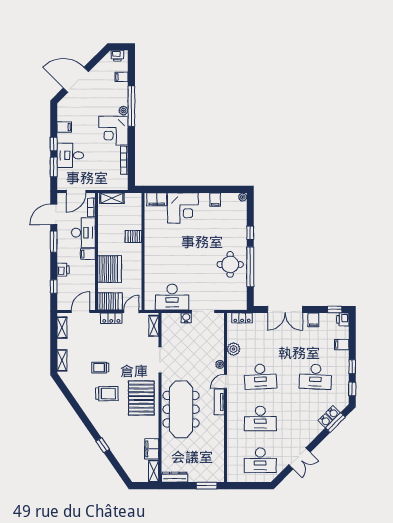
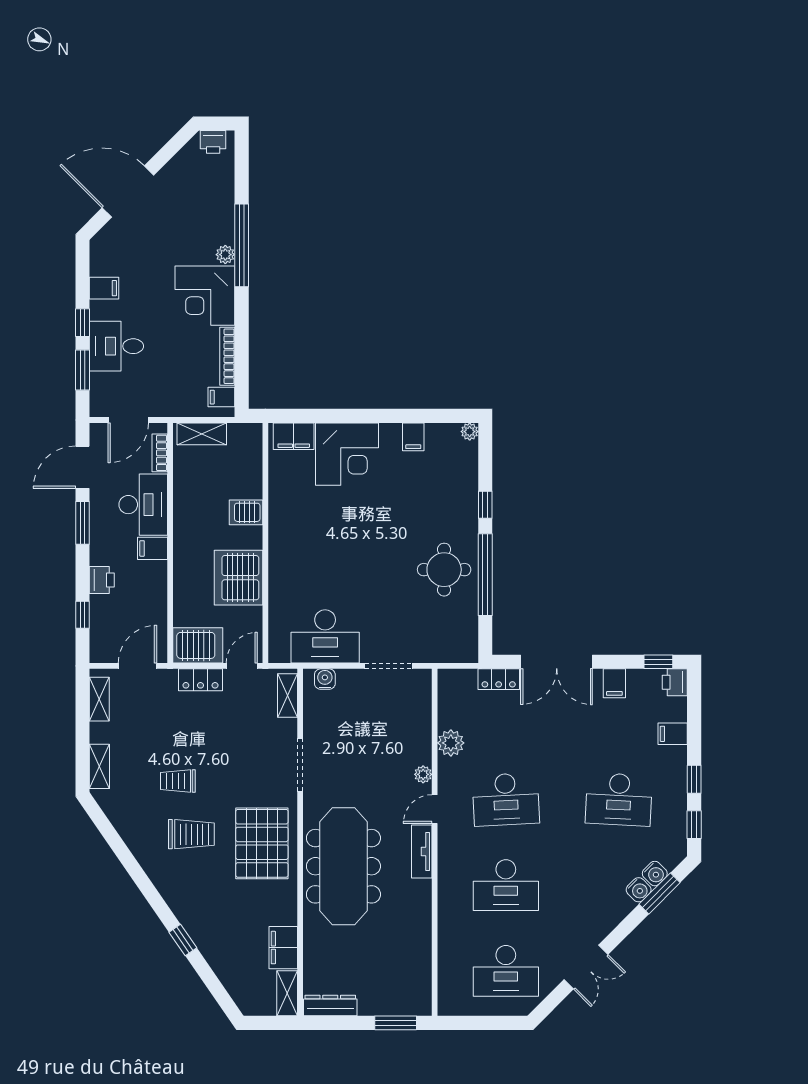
filing cabinet: (122, 77) -> (221, 397), moved
server rack: (110, 269) -> (238, 578), moved, turned 180
water cooler: (186, 318) -> (325, 679), moved
locker: (242, 318) -> (499, 679), moved

